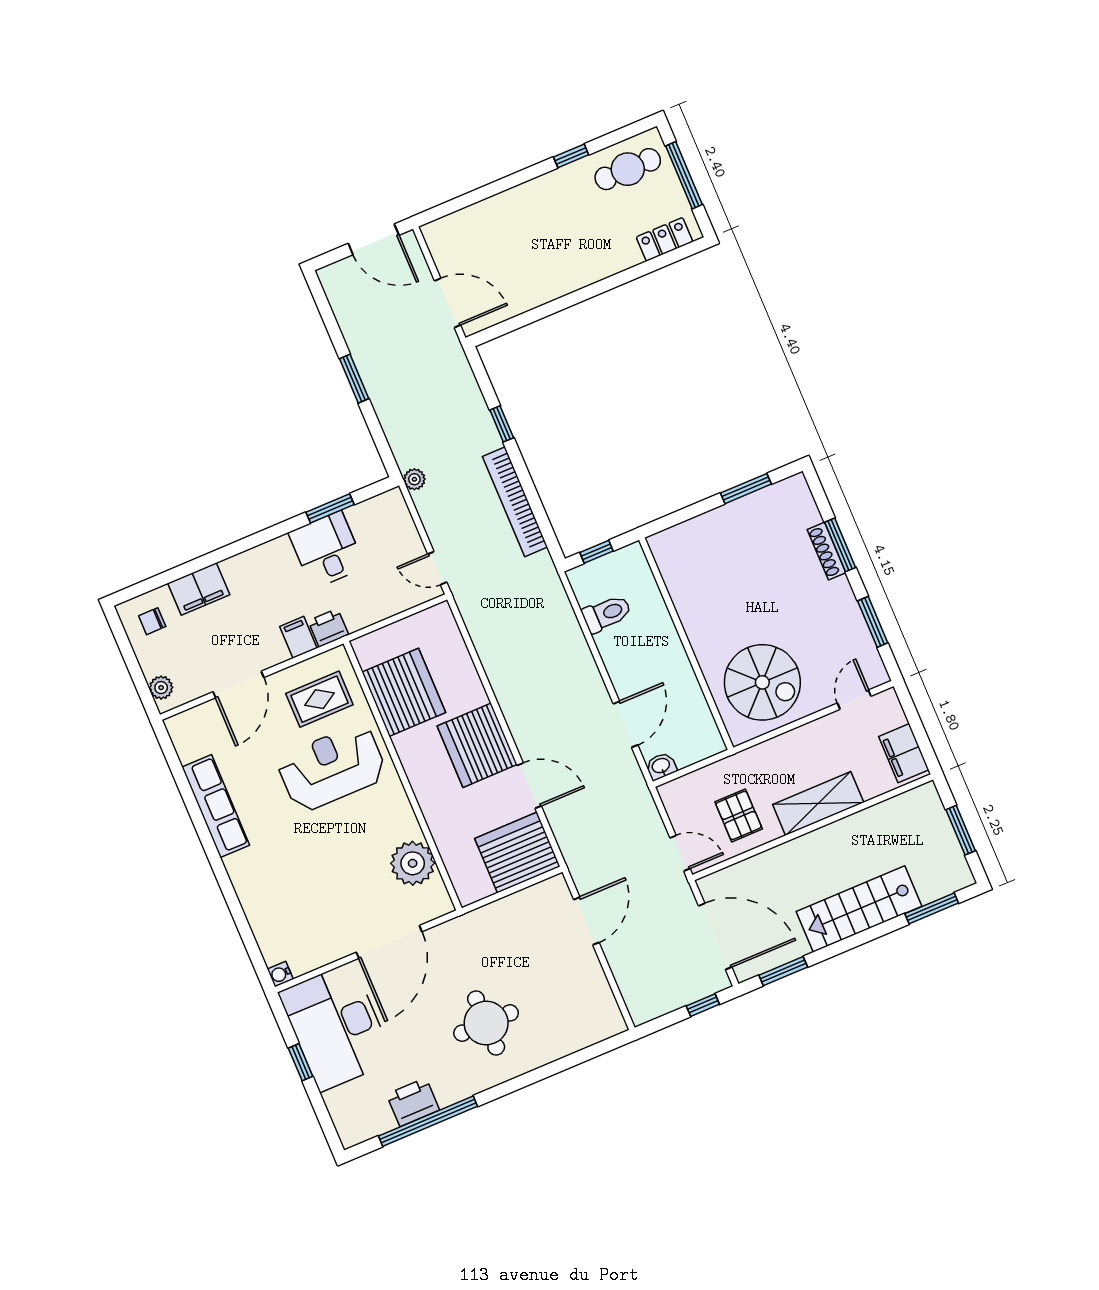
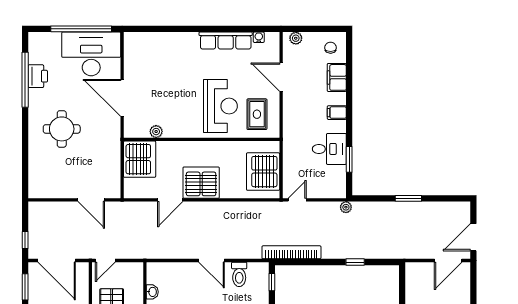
door: (447, 303) -> (448, 260), moved
bookcase: (515, 502) -> (291, 252), moved
printer: (328, 628) -> (290, 134), removed
filing cabinet: (298, 637) -> (337, 113), moved, turned 180
server rack: (404, 692) -> (263, 172), moved, turned 90
door: (626, 724) -> (212, 260), moved
washbasin: (661, 766) -> (152, 292), moved
server rack: (517, 852) -> (140, 159), moved
plant: (413, 863) -> (156, 132), width x0.53, depth x0.53
door: (715, 936) -> (57, 260), hinge flipped
water cooler: (280, 974) -> (259, 37), moved
window: (301, 1062) -> (81, 29), width x3.17

